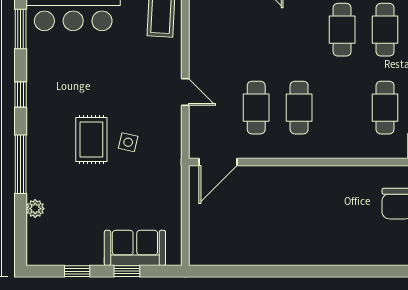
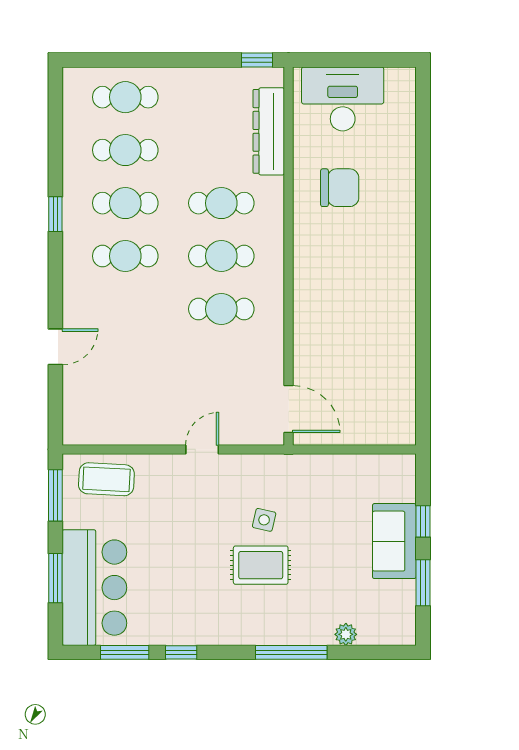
window: (21, 95) -> (181, 652), moved
cafe table: (256, 108) -> (221, 256), moved
sofa: (135, 248) -> (394, 541), moved
window: (77, 271) -> (423, 583), width x1.50

